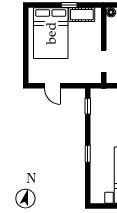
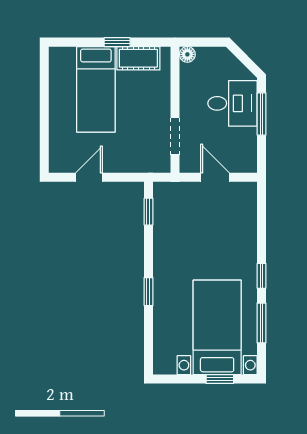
bed: (51, 33) -> (96, 89), width x0.67
door: (52, 86) -> (89, 177), swing flipped

